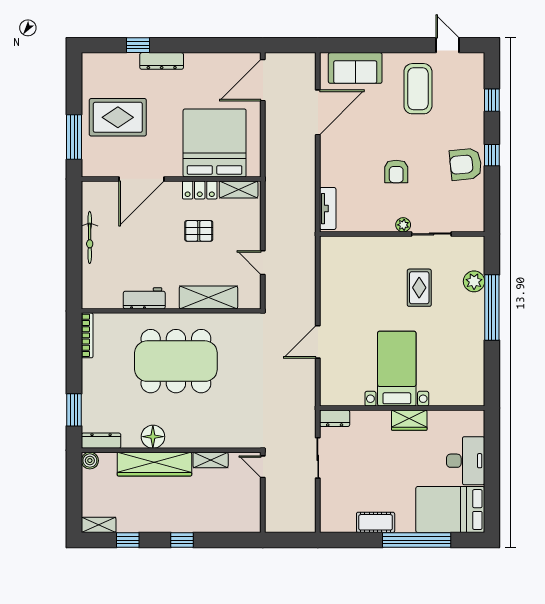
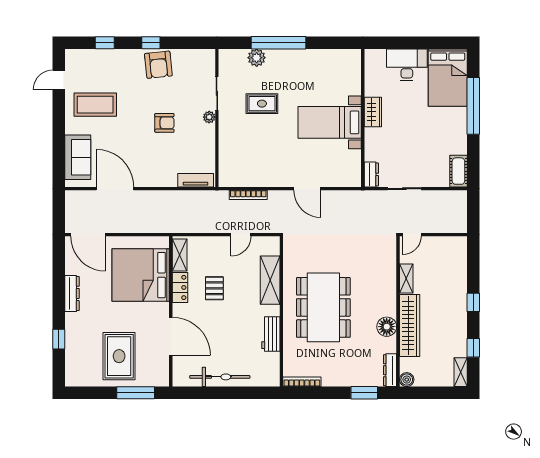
dresser: (162, 61) -> (72, 293), moved
bicycle: (90, 237) -> (220, 377), width x1.37, depth x1.40
bookcase: (310, 271) -> (248, 195), added
cot: (376, 522) -> (458, 171), moved

